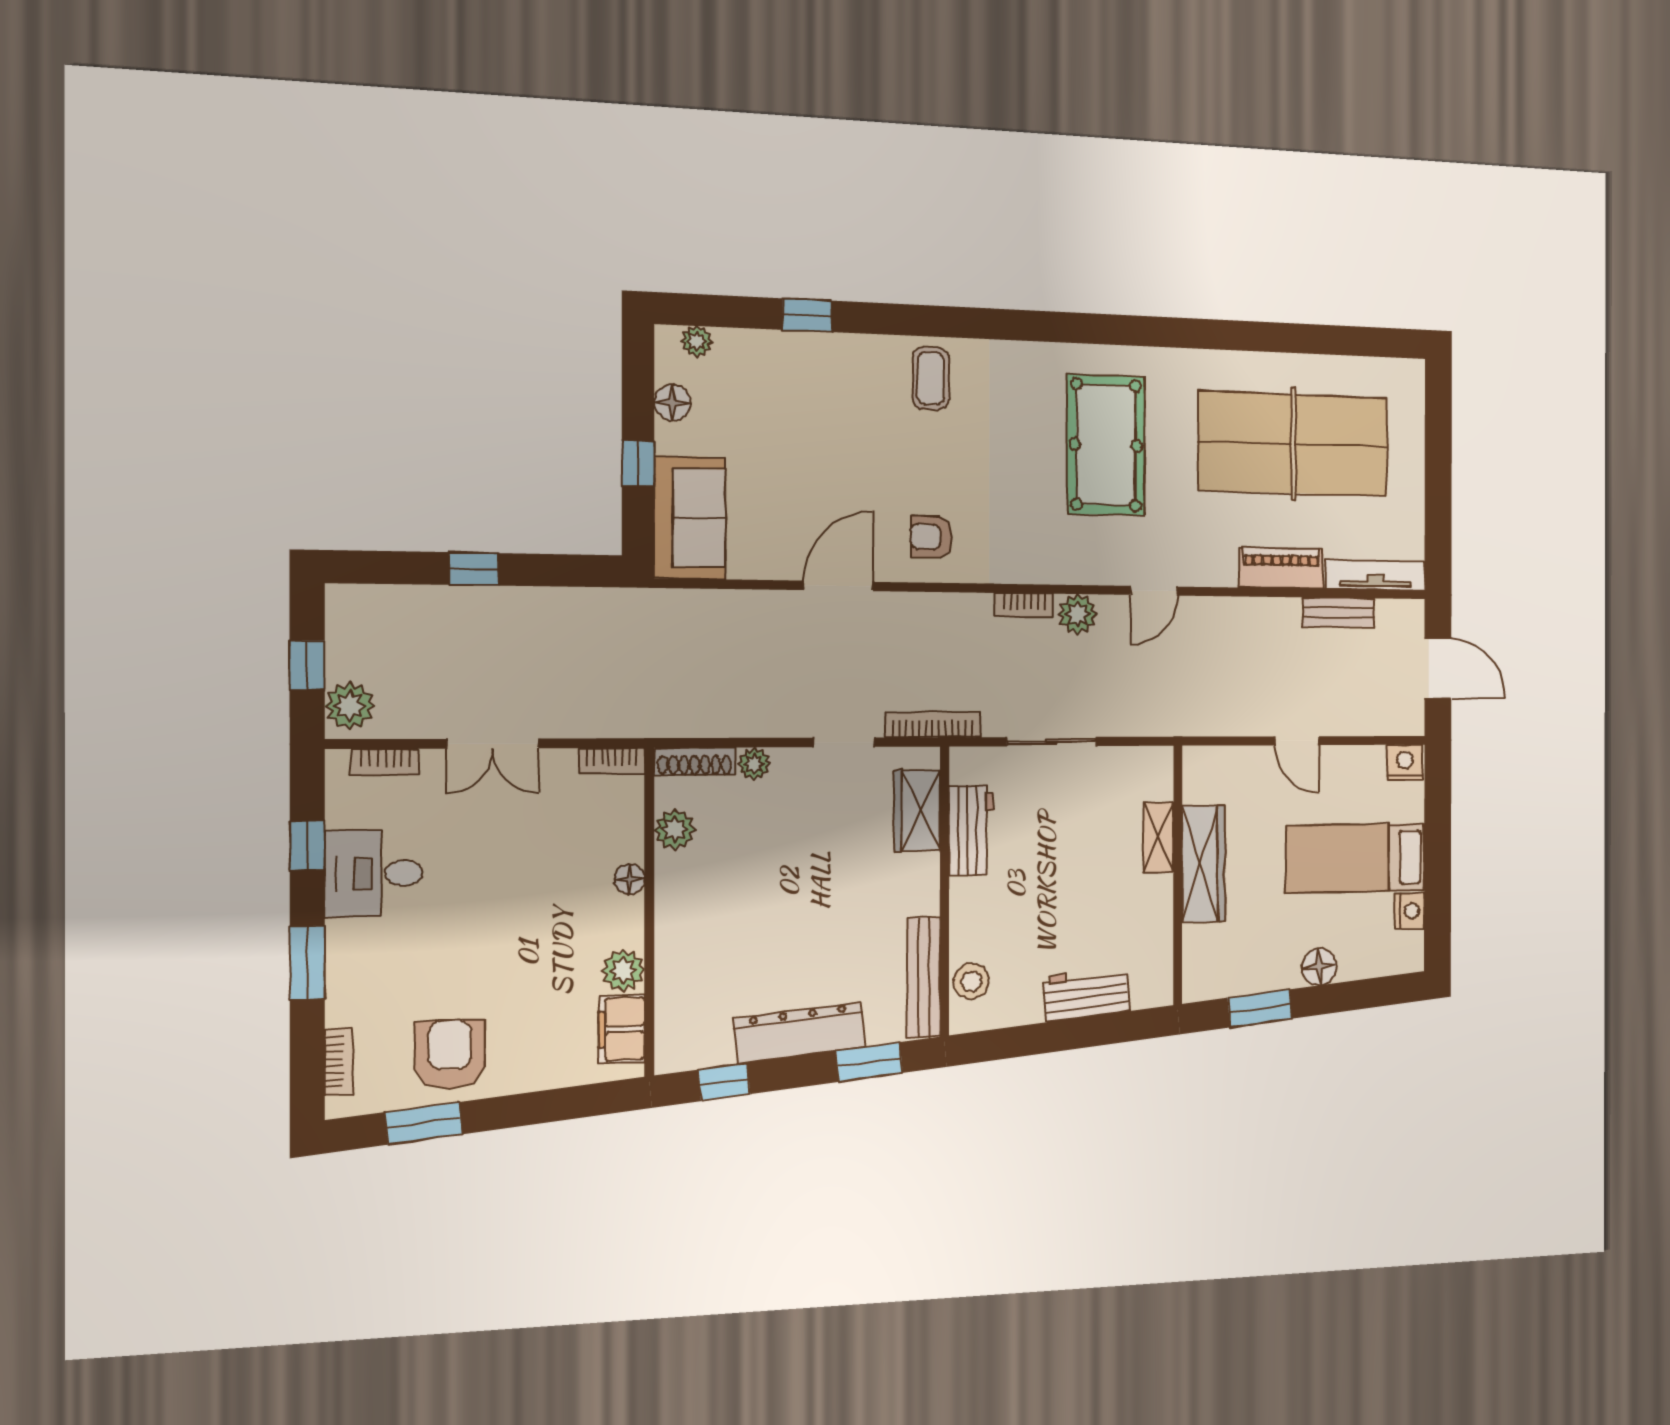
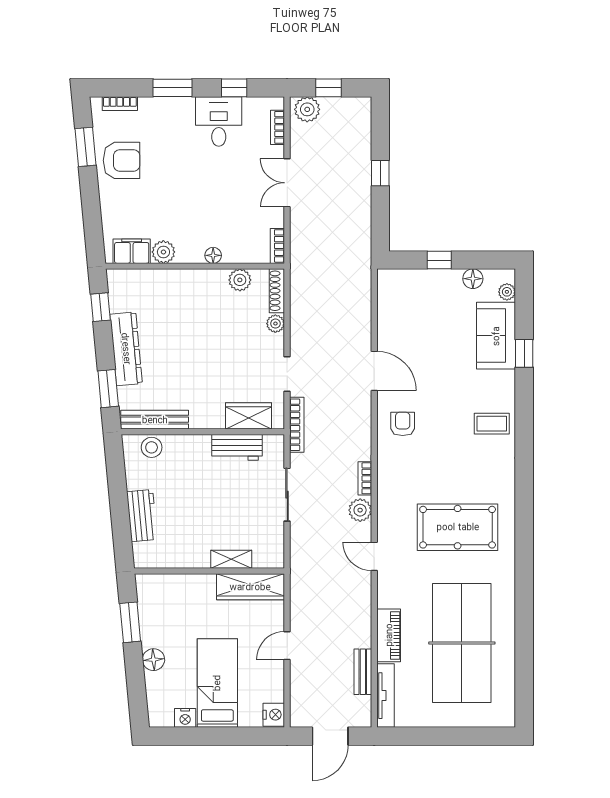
sofa: (690, 518) -> (496, 336), moved, turned 90
wardrobe: (1203, 864) -> (250, 587), moved

